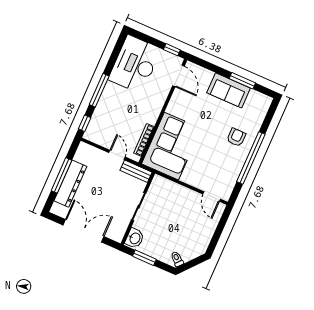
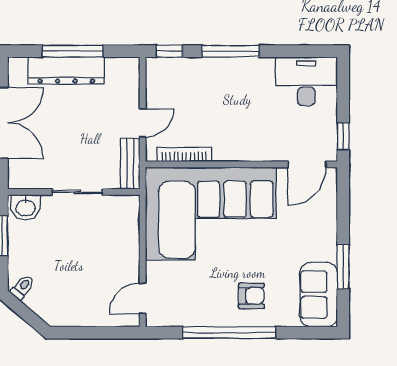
desk: (135, 64) -> (306, 81), width x0.73, depth x0.77
sofa: (229, 90) -> (319, 295), moved
corner sofa: (171, 146) -> (211, 214), width x1.36, depth x1.36

